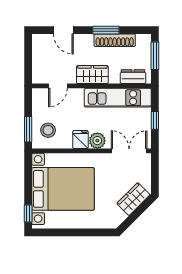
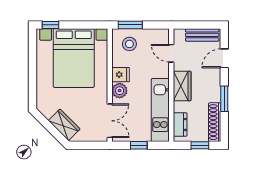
shoe rack: (115, 40) -> (215, 122), moved
bench: (39, 53) -> (202, 35), added
window: (155, 56) -> (200, 145), width x0.67

